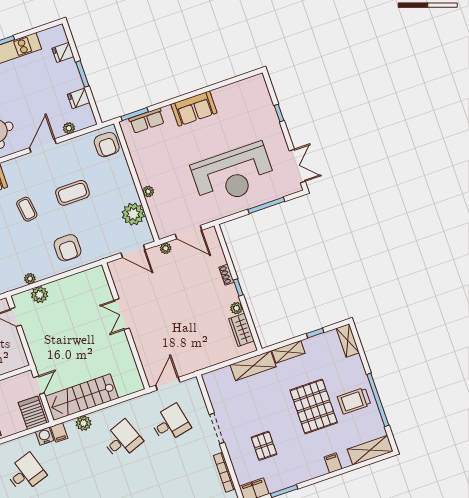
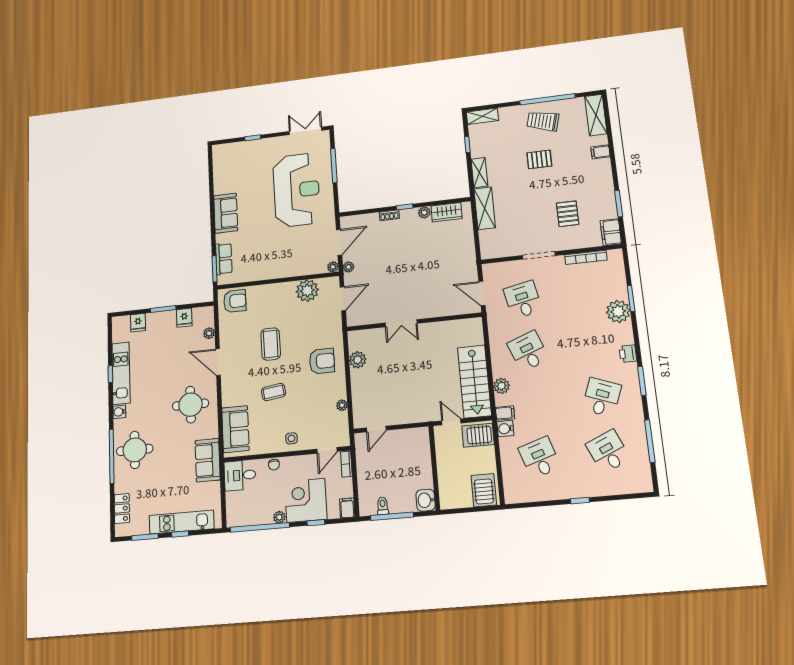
plant: (148, 191) -> (333, 267), moved
plant: (40, 295) -> (358, 360), moved
trolley: (354, 401) -> (543, 121), turned 105
pallet: (314, 406) -> (539, 159), width x0.49, depth x0.50
pallet: (264, 446) -> (568, 214), turned 90

